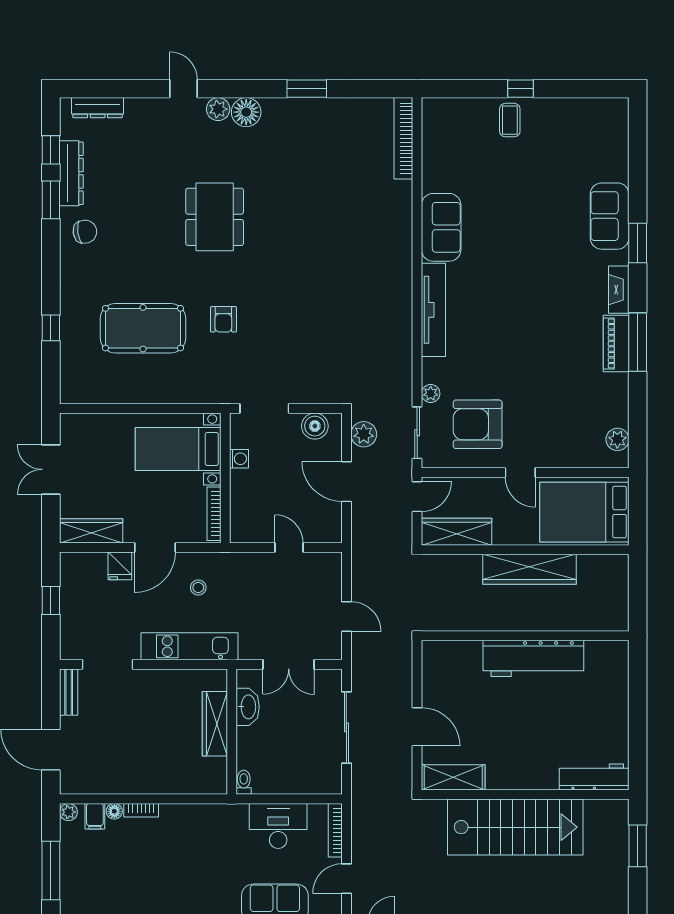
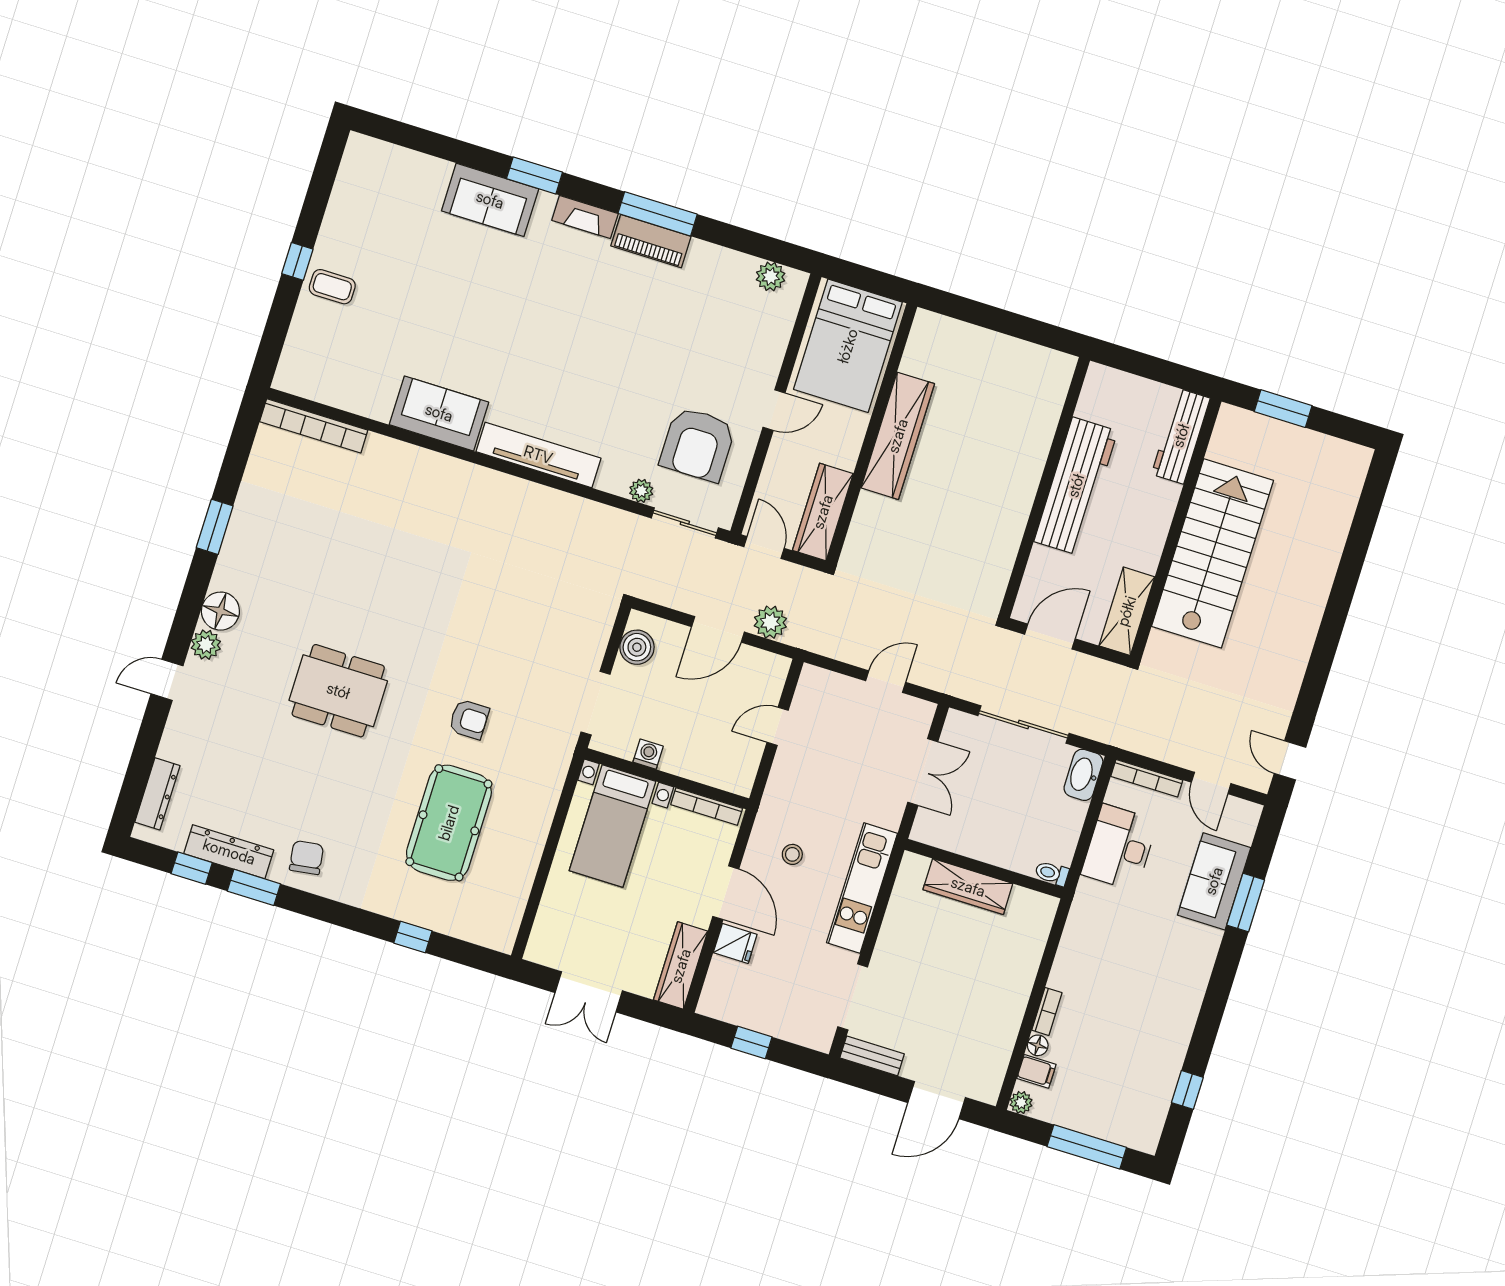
plant: (364, 434) -> (770, 622), moved
wall: (525, 636) -> (1044, 488), moved
workbench: (533, 658) -> (1076, 486), moved
washbasin: (248, 707) -> (1083, 775), moved, turned -90

